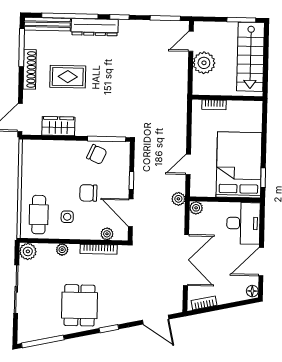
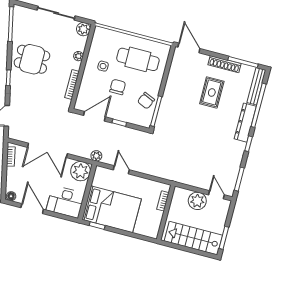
wardrobe: (58, 126) -> (175, 76), removed
plant: (196, 208) -> (81, 171), width x1.87, depth x1.87
cafe table: (39, 215) -> (138, 59), moved, width x1.37, depth x1.35
plant: (107, 234) -> (82, 94), removed

